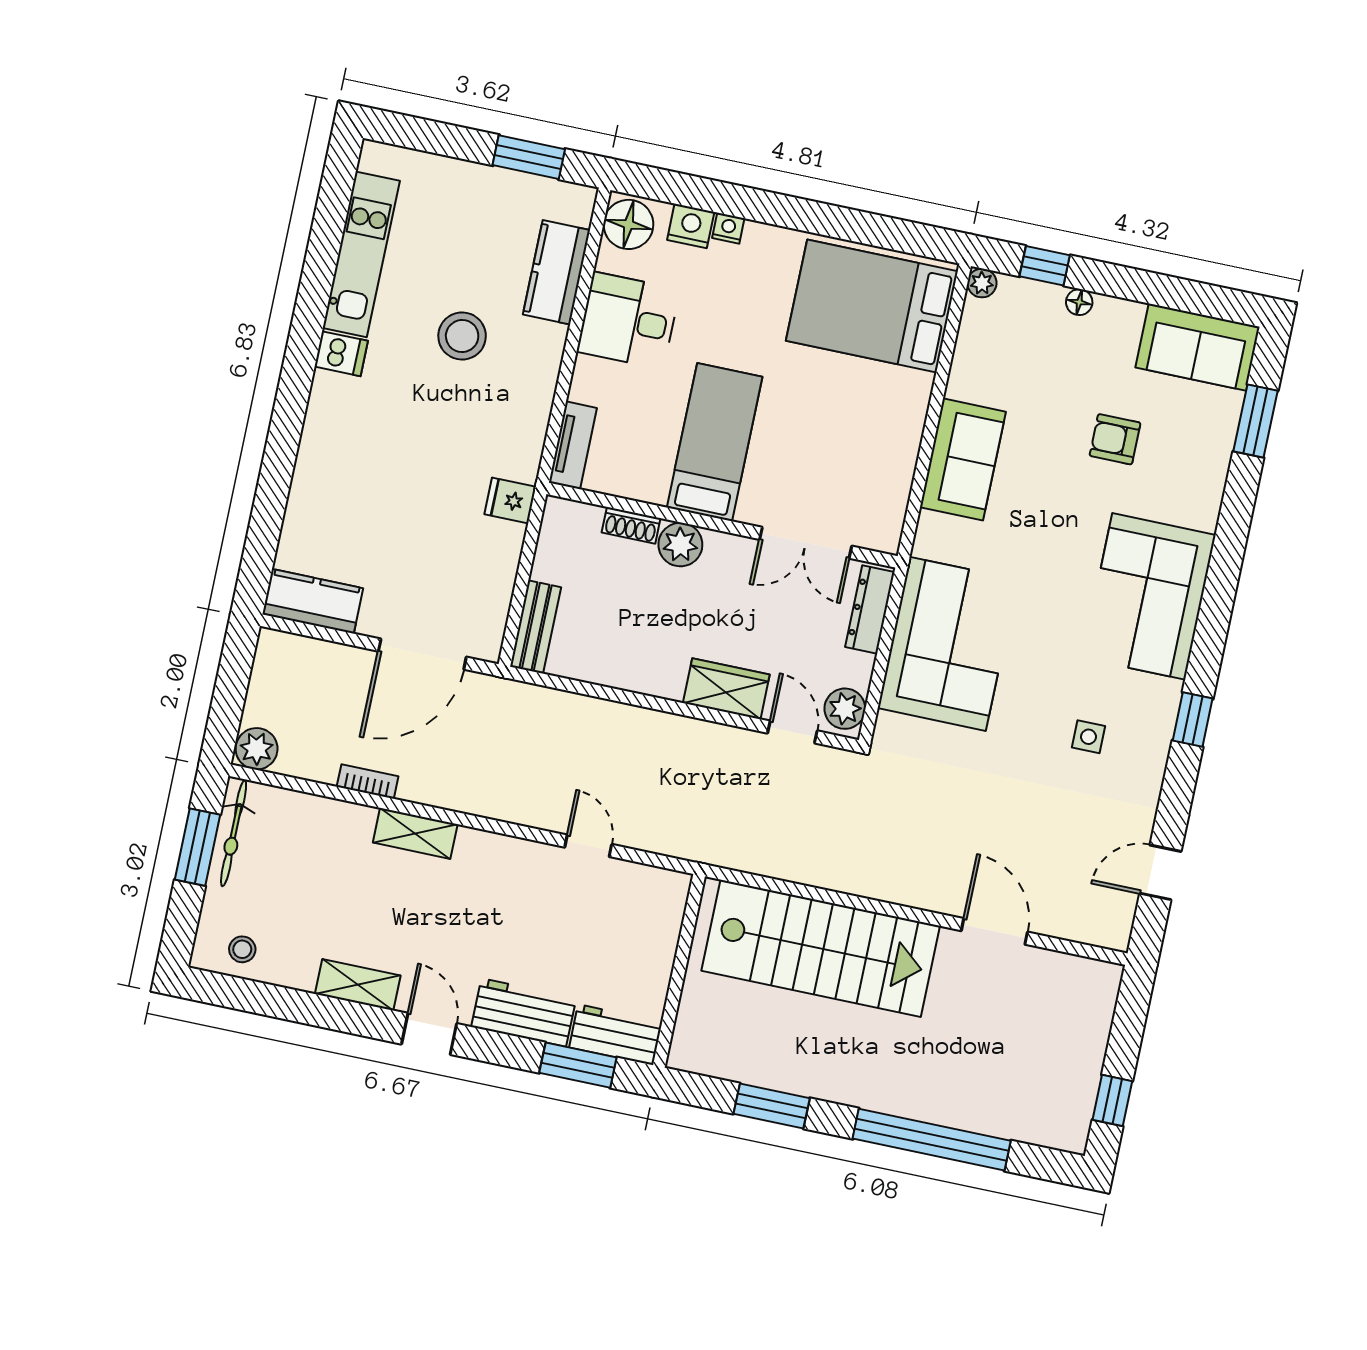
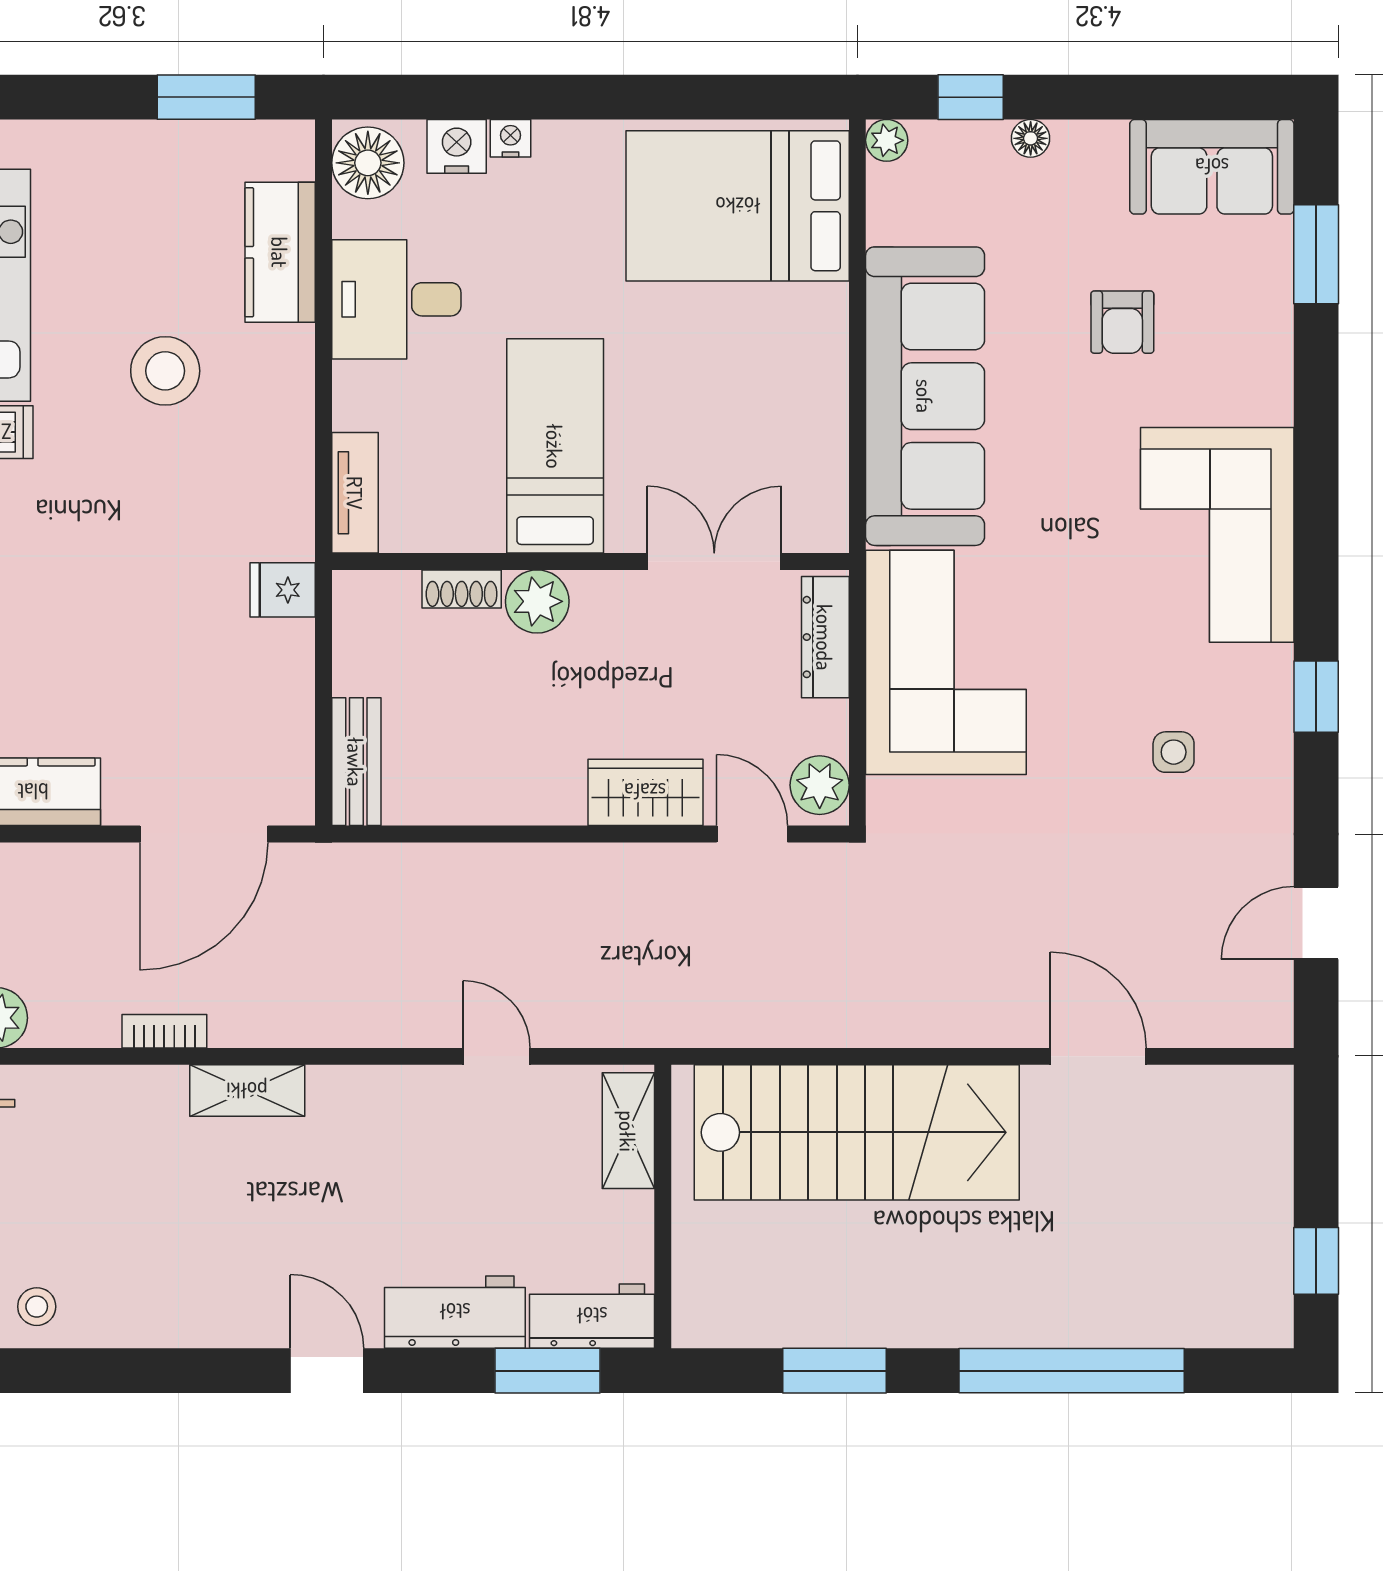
armchair: (1115, 439) -> (1122, 322), turned -90
sofa: (963, 459) -> (925, 396), width x1.85, depth x1.27
double door: (806, 543) -> (714, 561), swing flipped
shelving: (358, 985) -> (628, 1131), moved, turned 90

